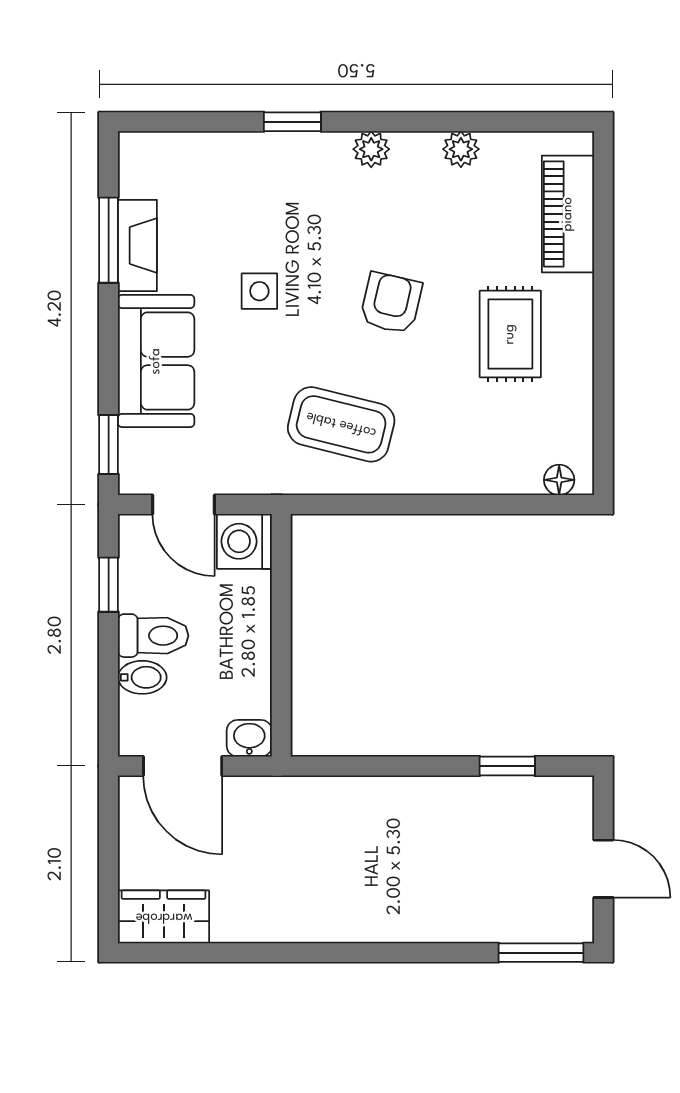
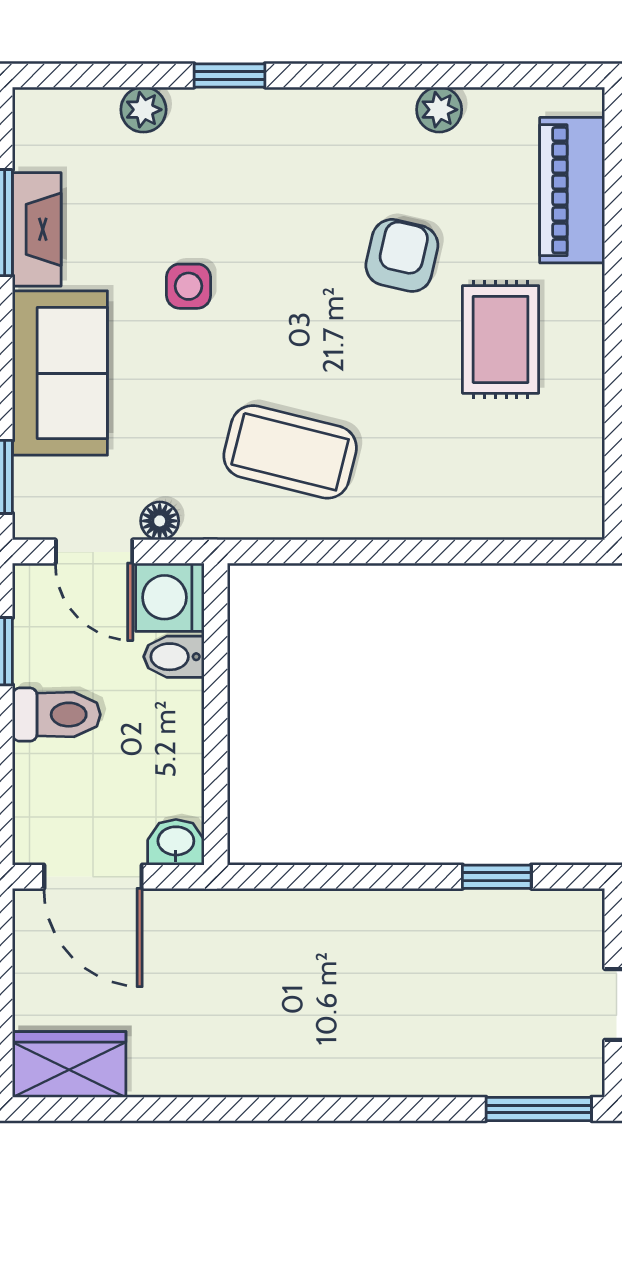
plant: (371, 149) -> (143, 110), moved
armchair: (391, 303) -> (402, 255), moved
floor lamp: (559, 480) -> (160, 521), moved
bidet: (142, 677) -> (174, 657), moved, turned 180

